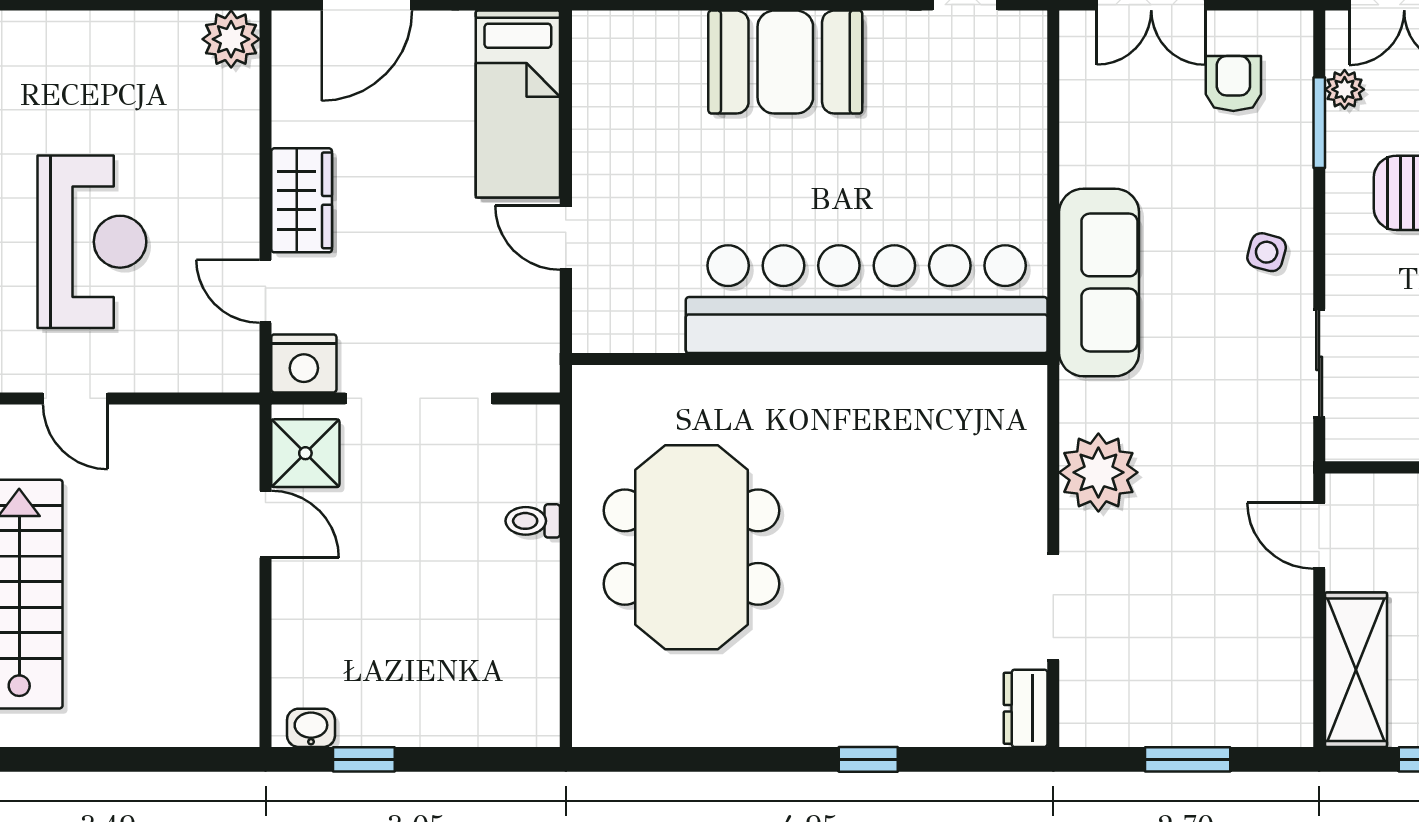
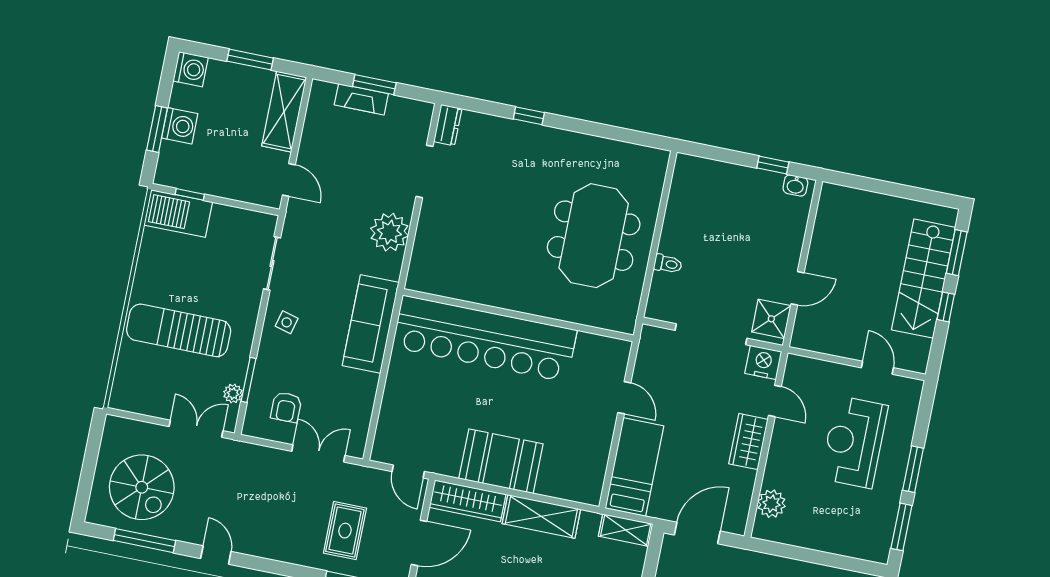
plant: (231, 39) -> (771, 504), moved
door: (266, 524) -> (798, 288), swing flipped
fireplace: (1207, 725) -> (361, 99), added

